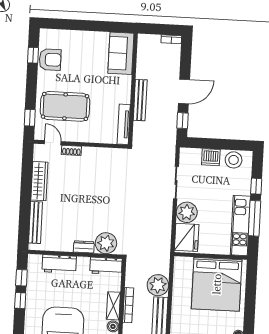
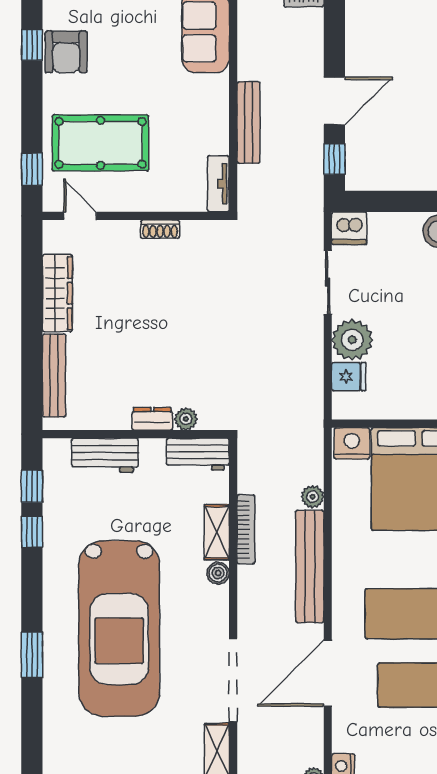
armchair: (50, 60) -> (66, 52), turned 90
tv unit: (124, 124) -> (218, 184), width x0.71
shoe rack: (71, 150) -> (160, 229), moved
dishwasher: (211, 157) -> (349, 228), moved
fridge: (187, 237) -> (349, 377), width x0.53, depth x0.75
plant: (106, 243) -> (186, 419), width x0.53, depth x0.53
nightstand: (184, 264) -> (352, 443), added
plant: (158, 285) -> (313, 497), width x0.53, depth x0.53

